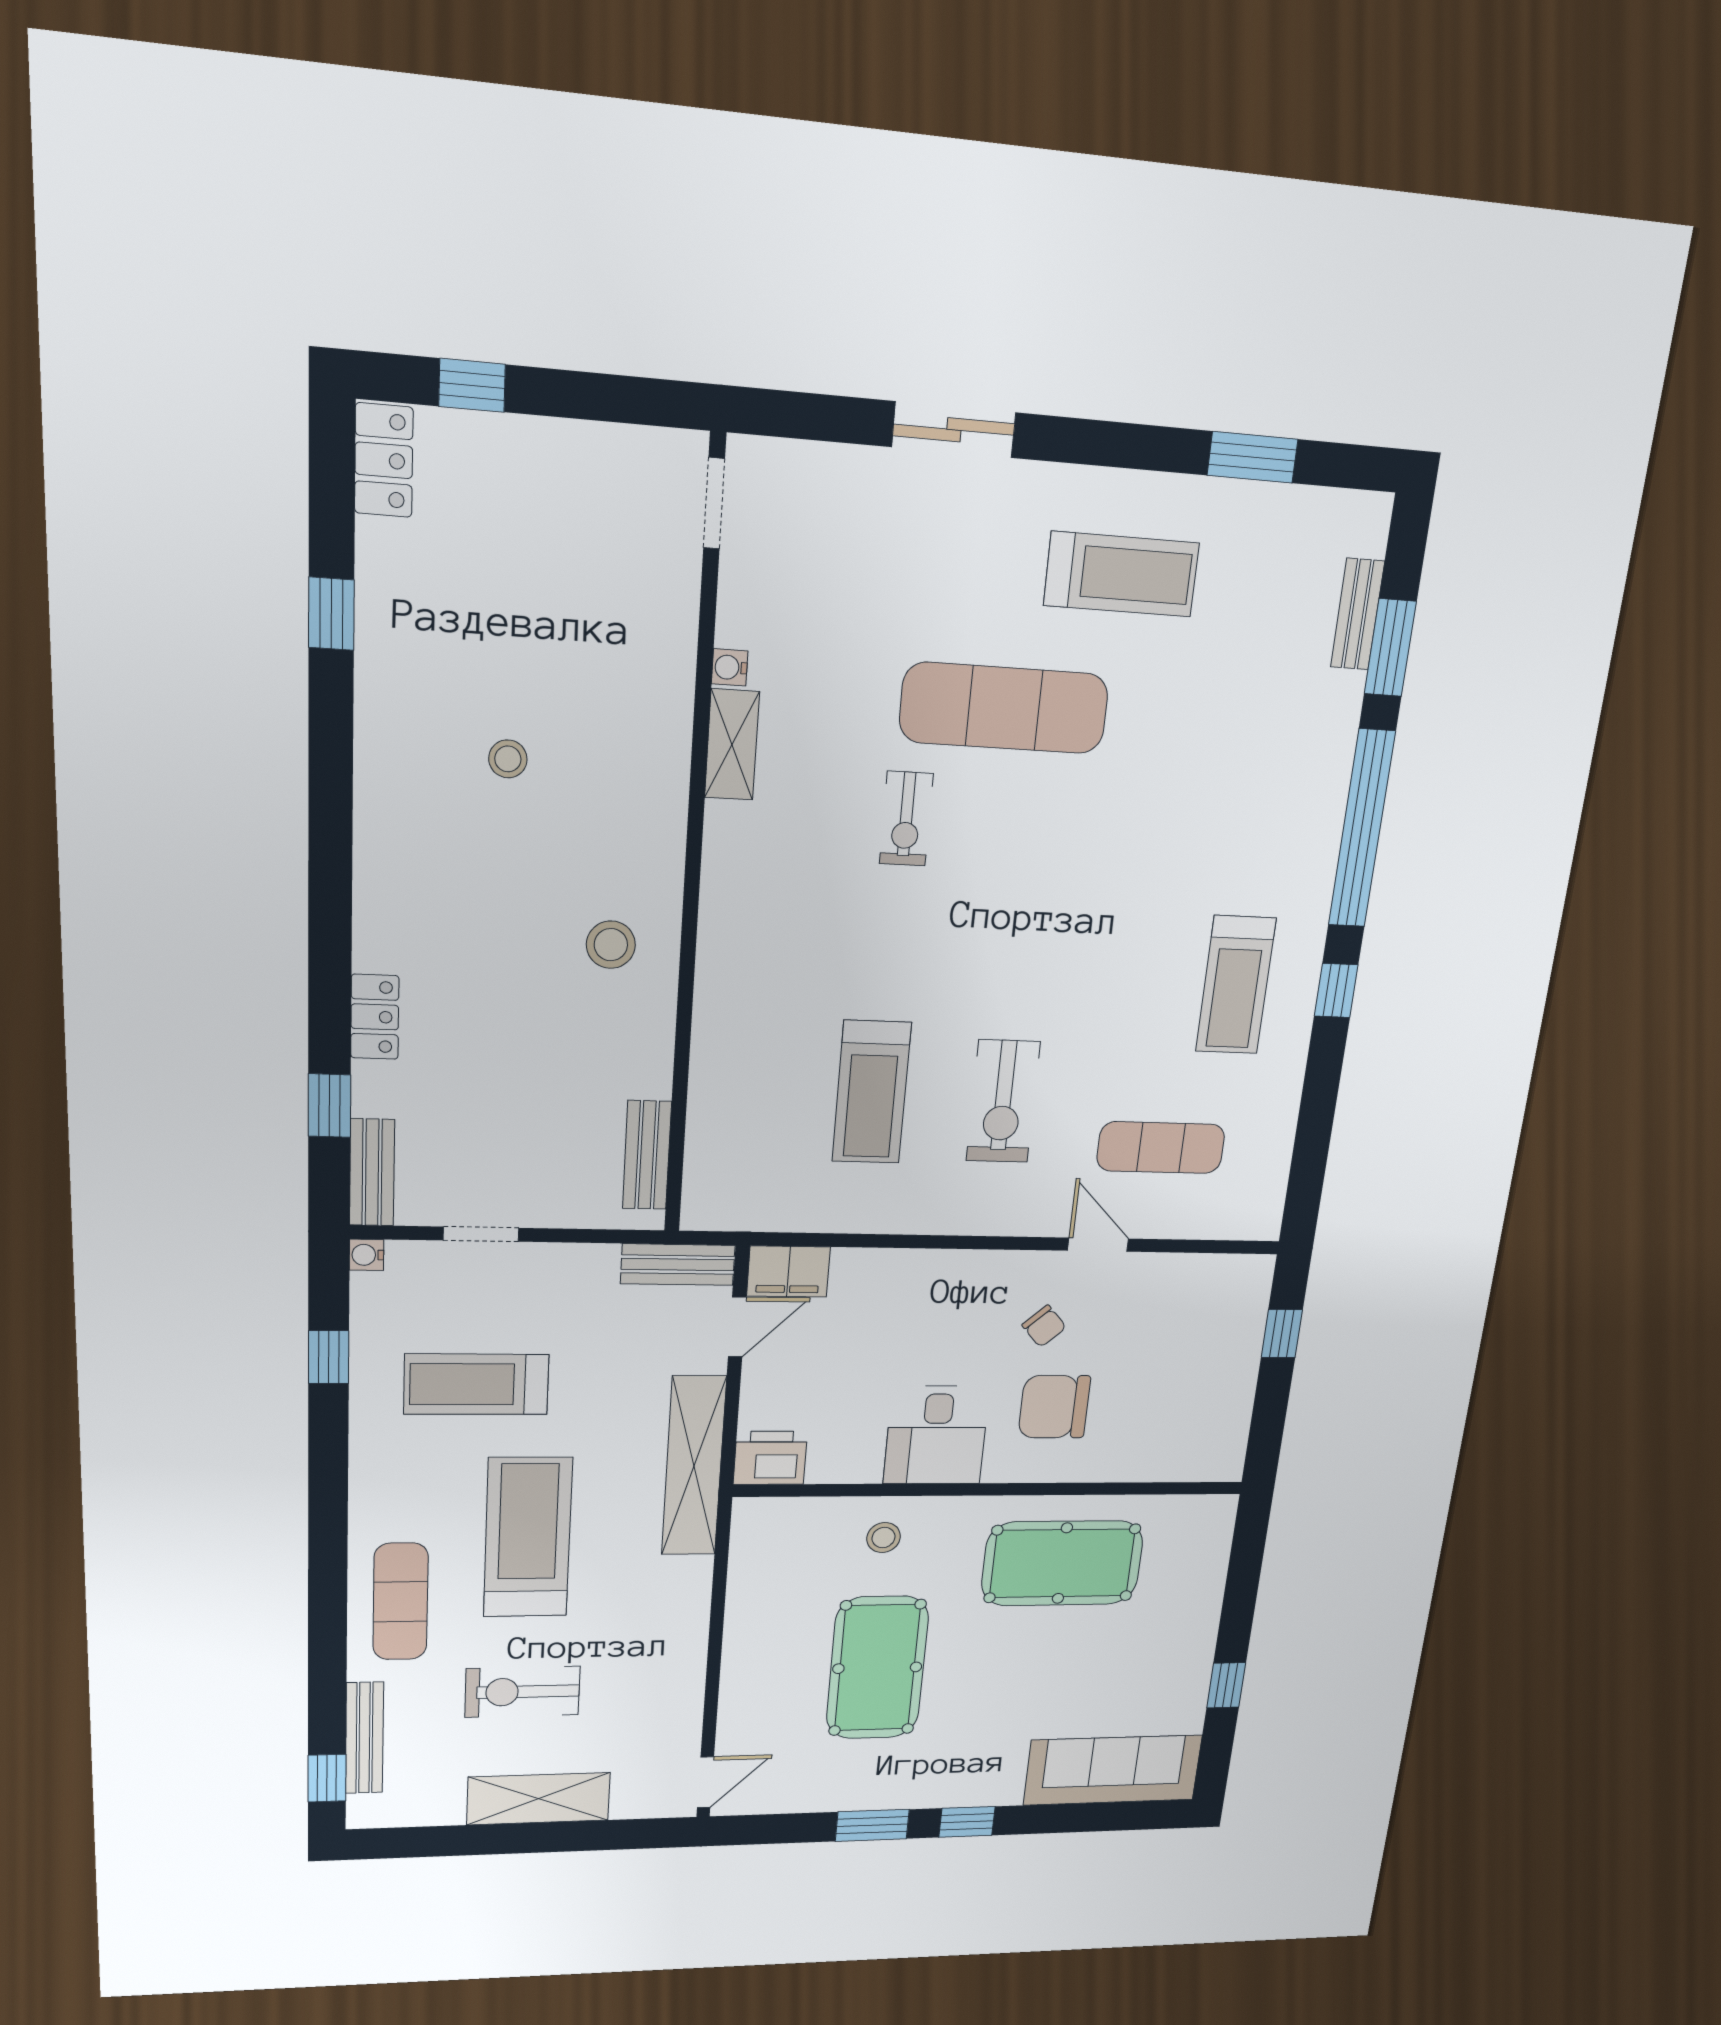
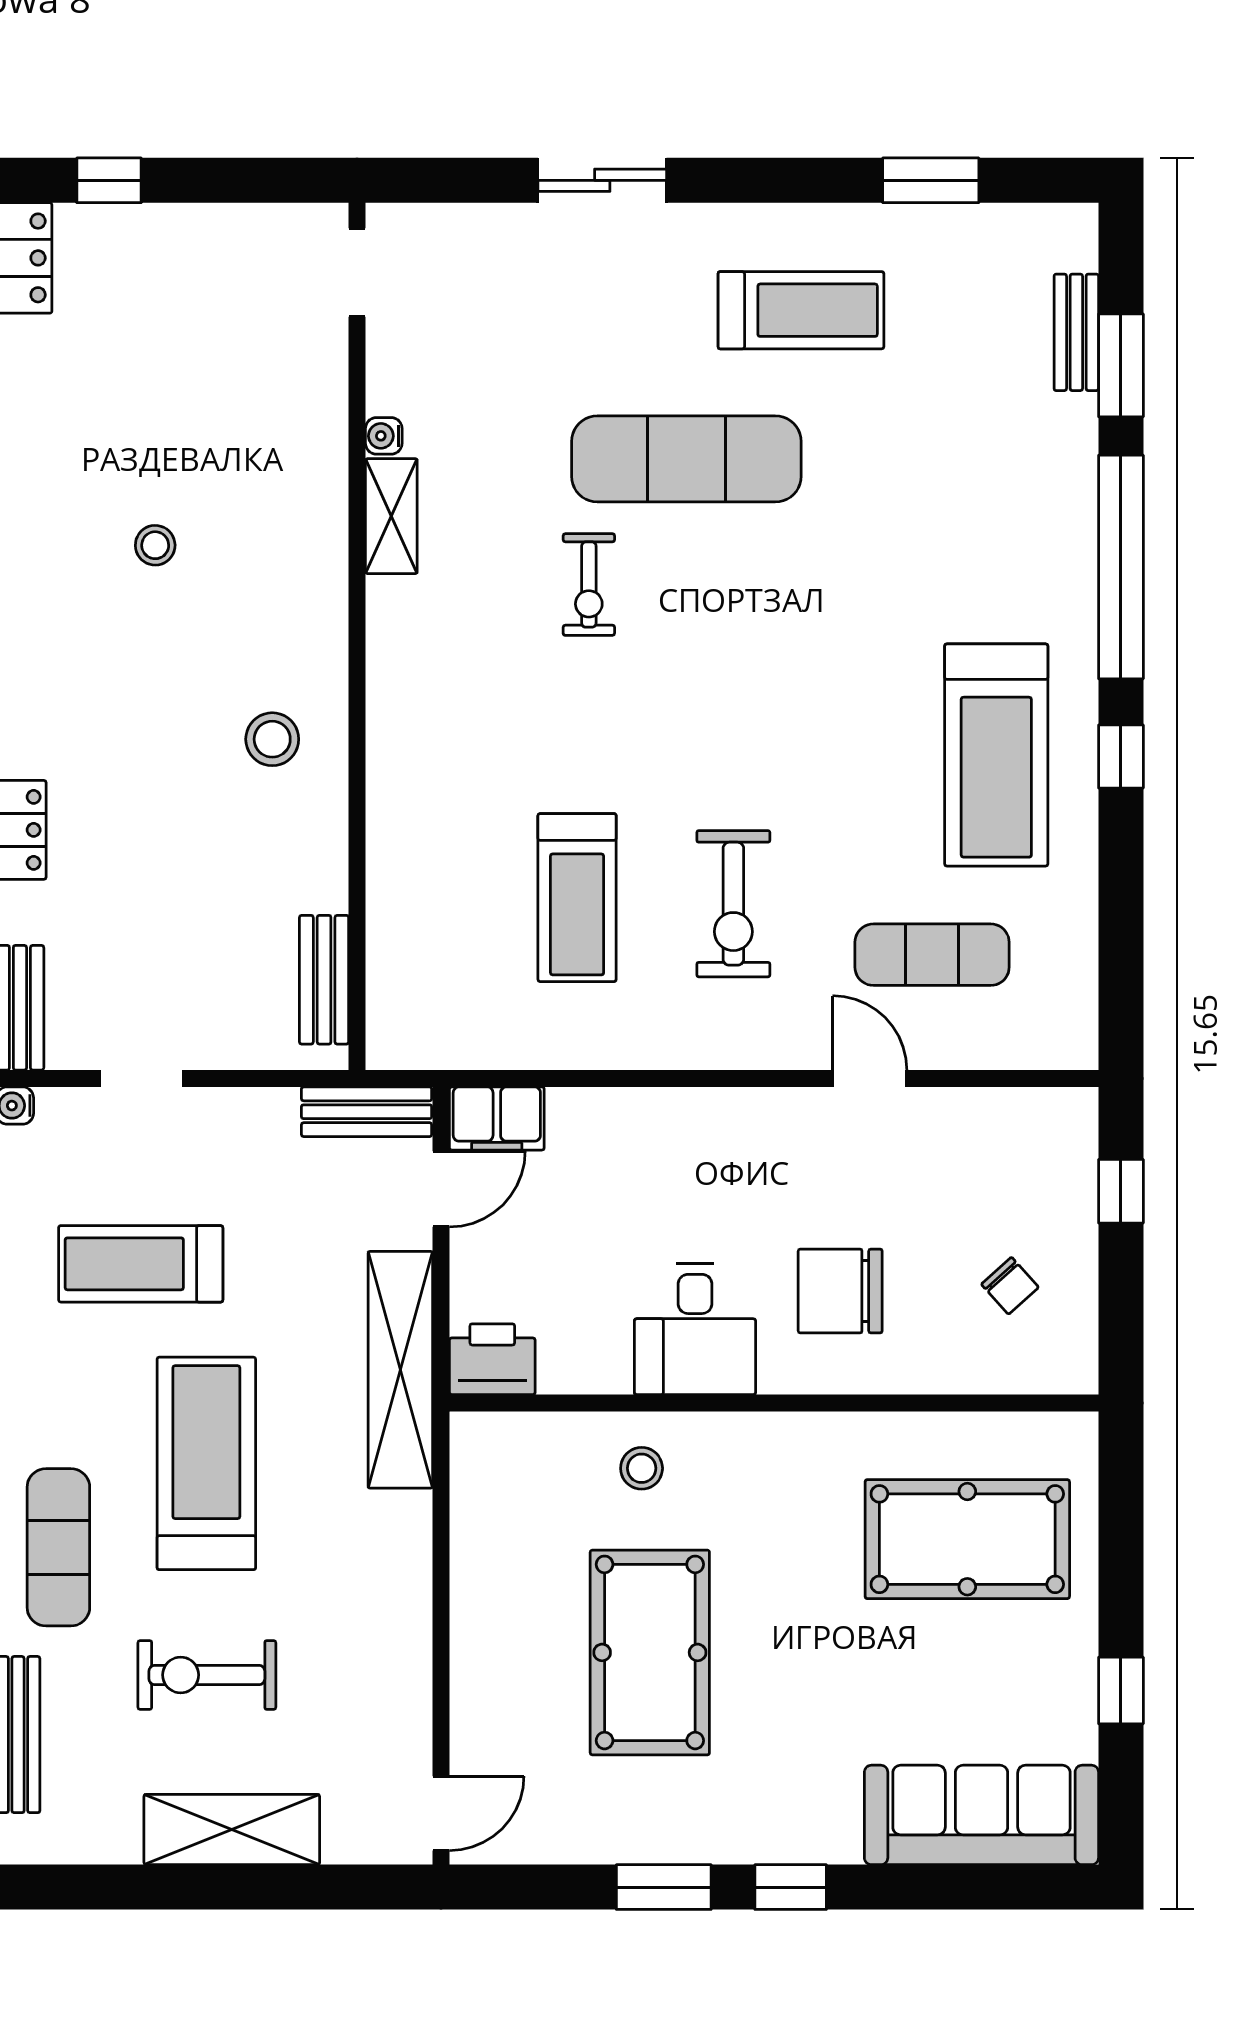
treadmill: (1236, 985) -> (996, 755), width x1.37, depth x1.38
chair: (1044, 1326) -> (1010, 1286), moved
pool table: (1062, 1563) -> (967, 1539), moved

